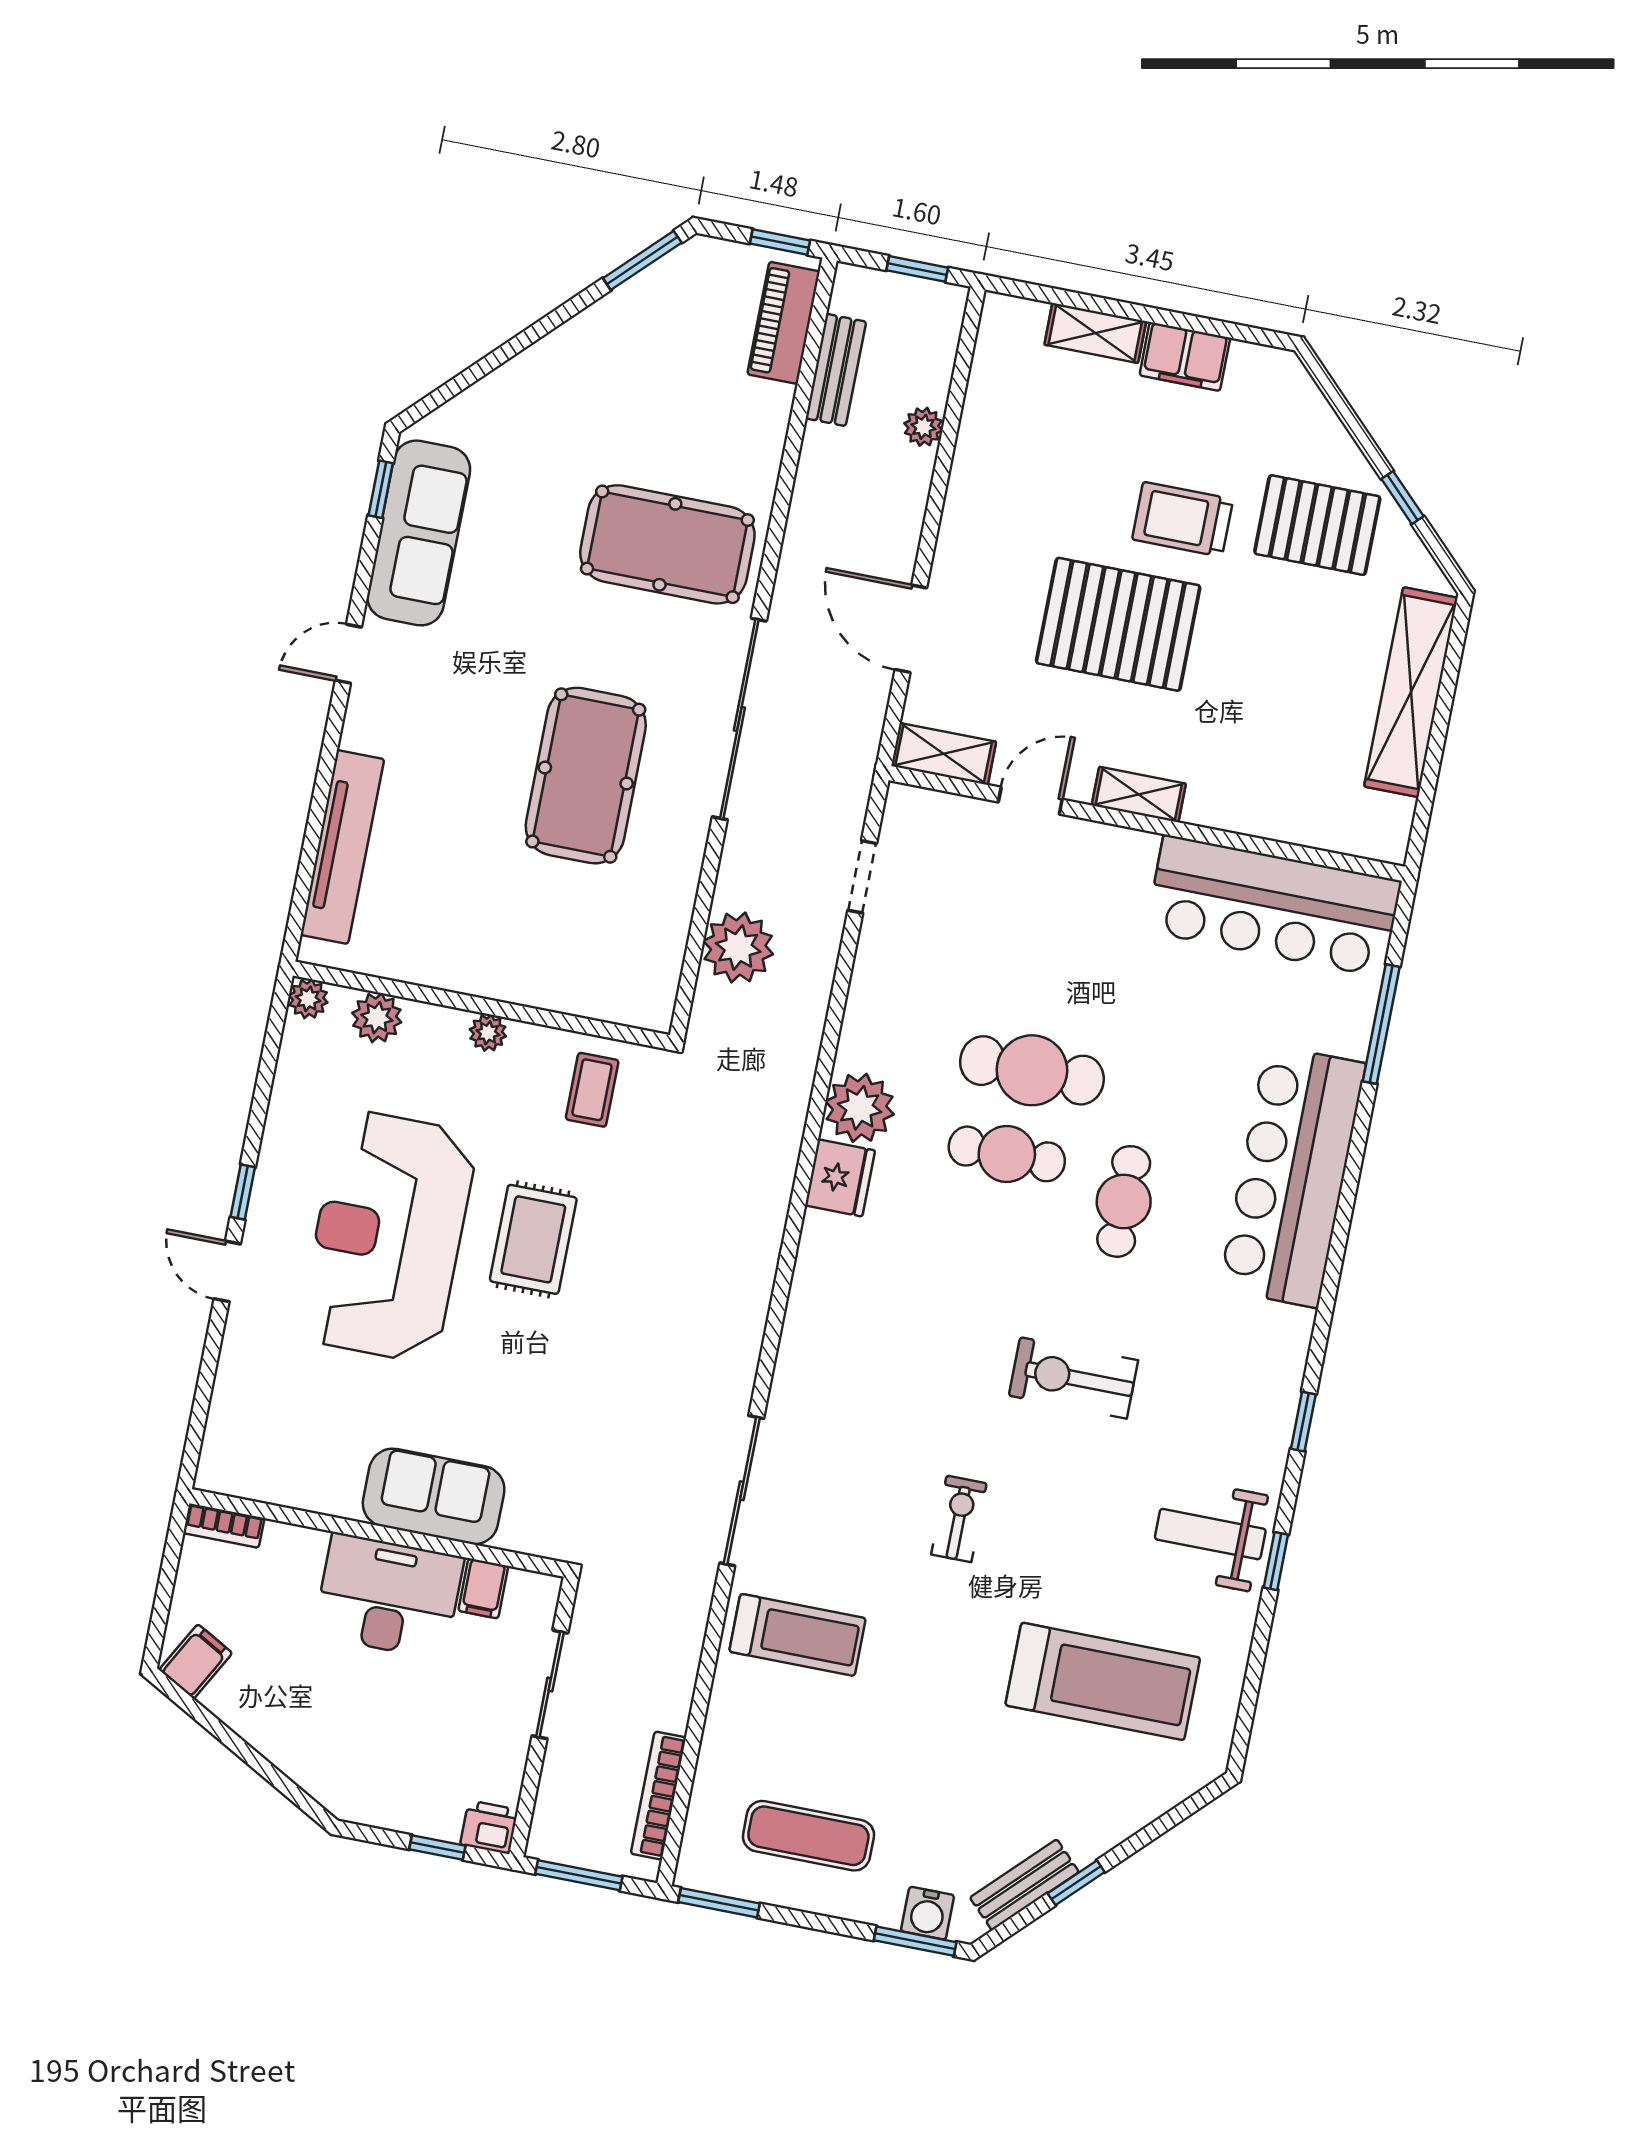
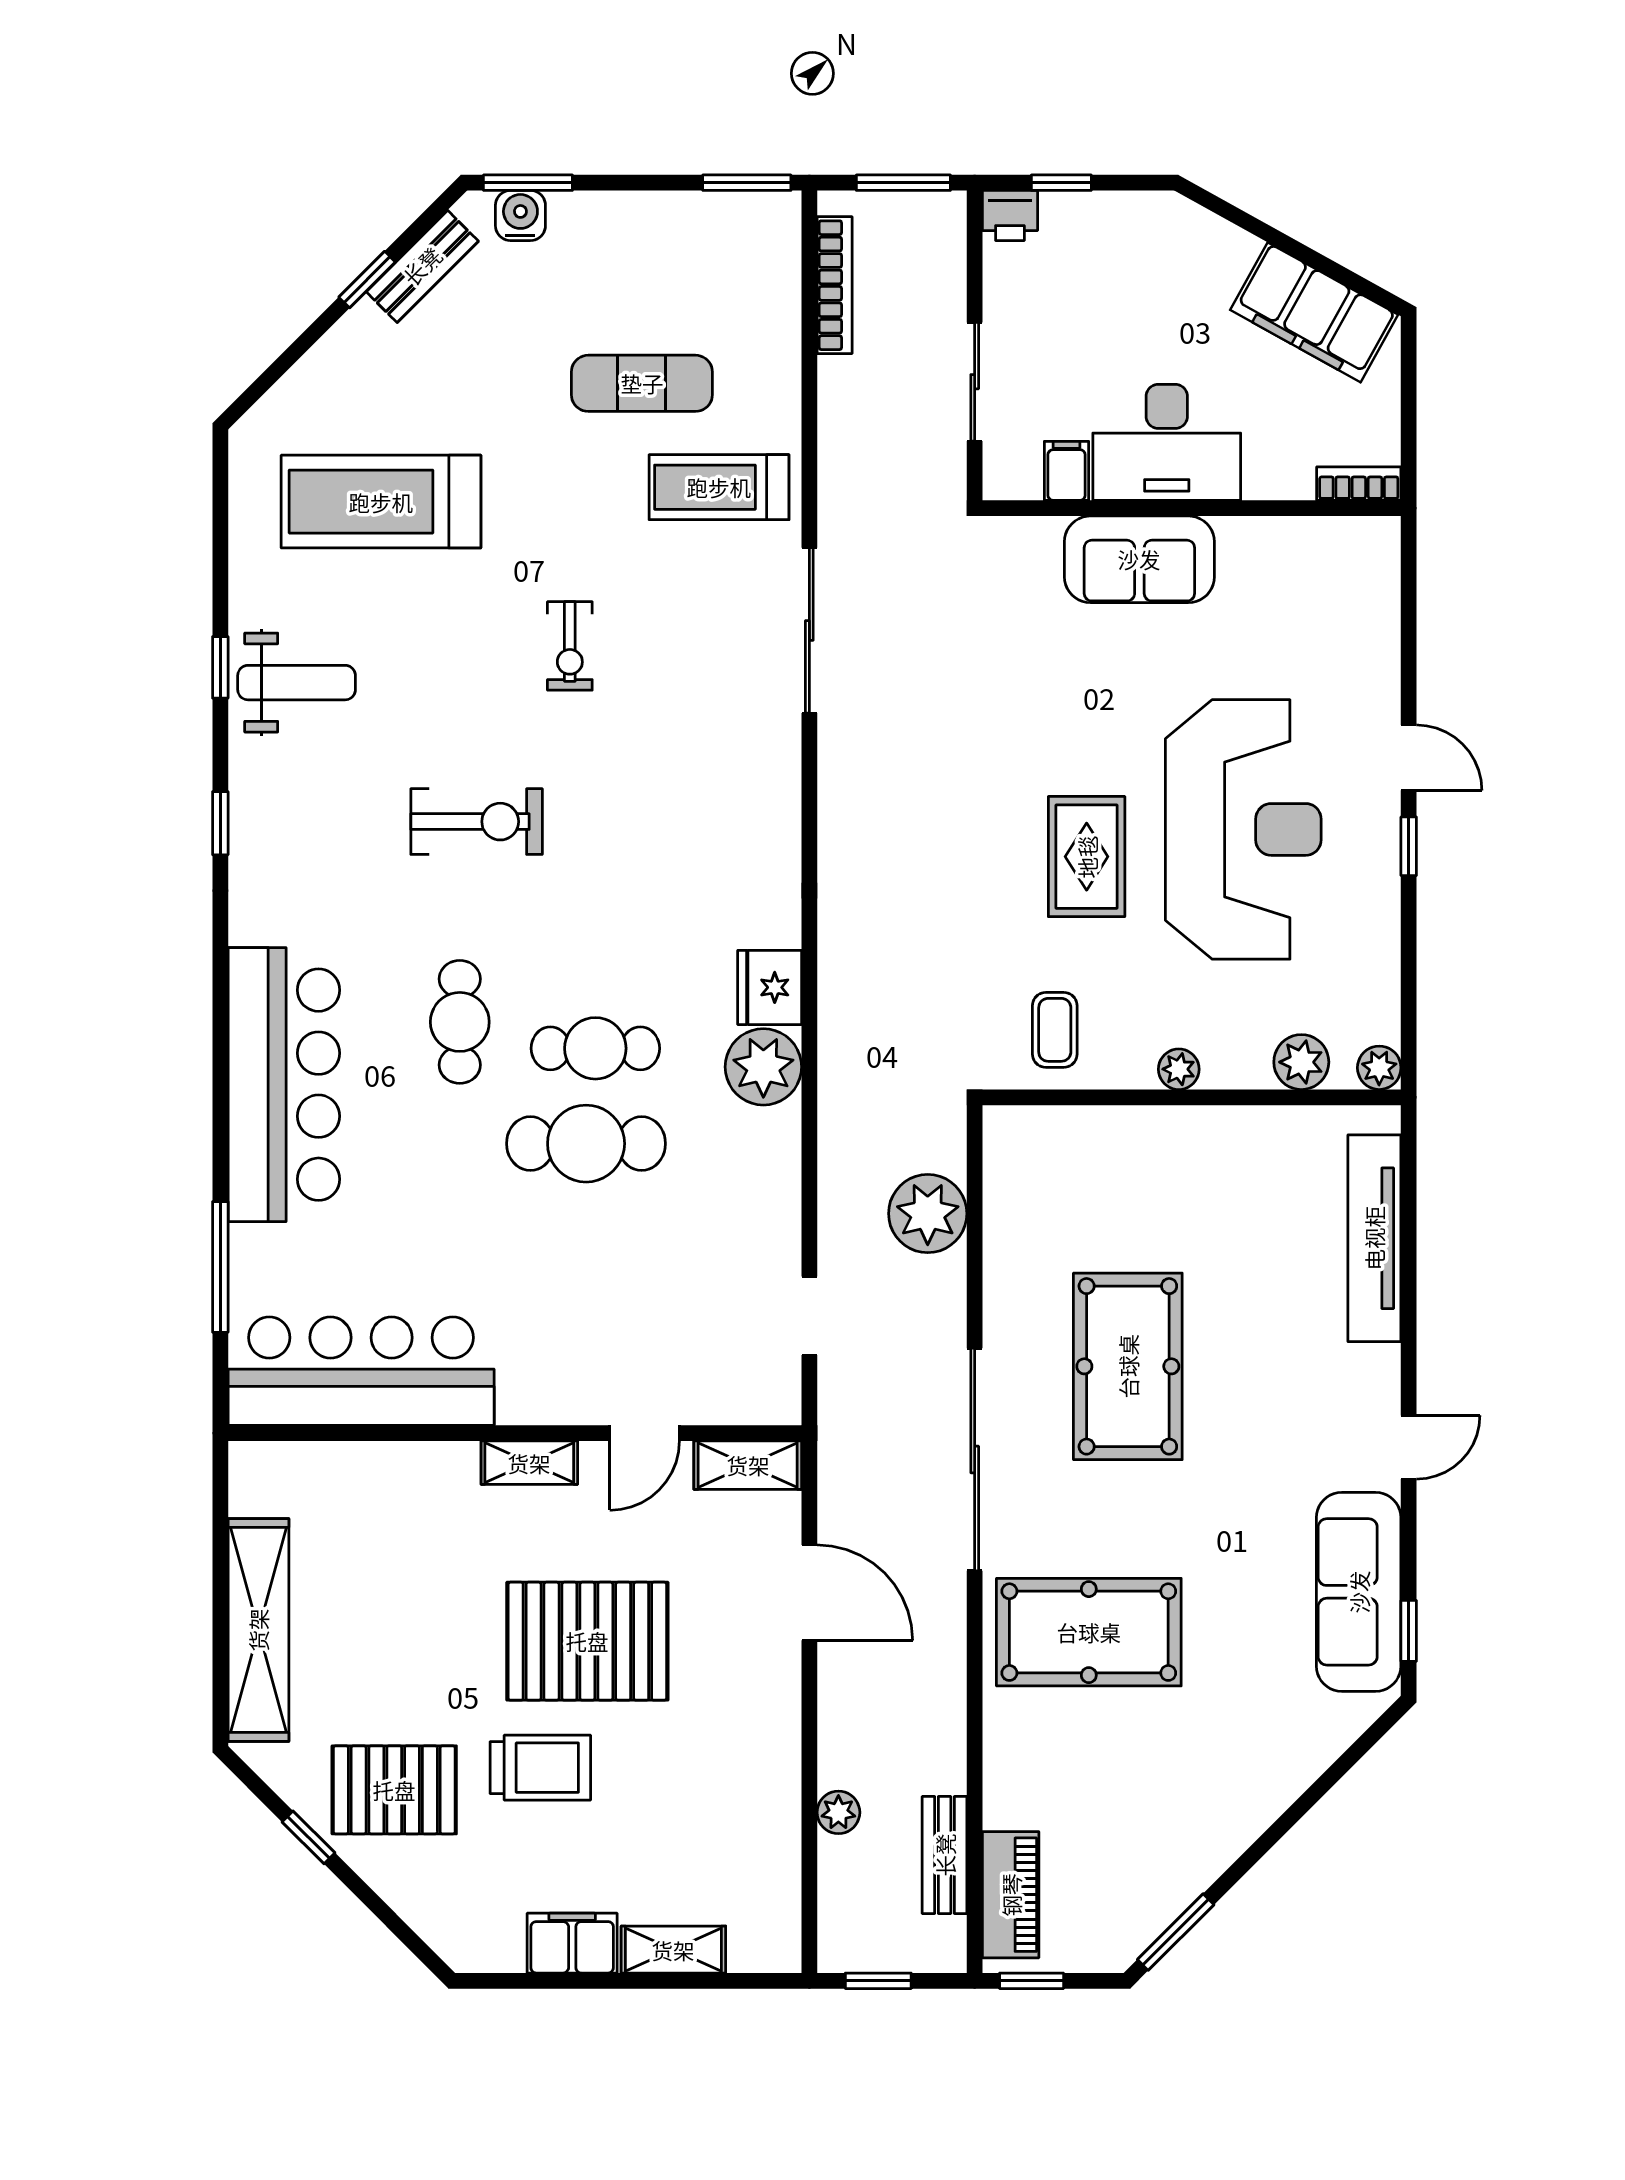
filing cabinet: (196, 1662) -> (1314, 312), width x3.00, depth x1.17
exercise mat: (808, 1836) -> (642, 383), moved

